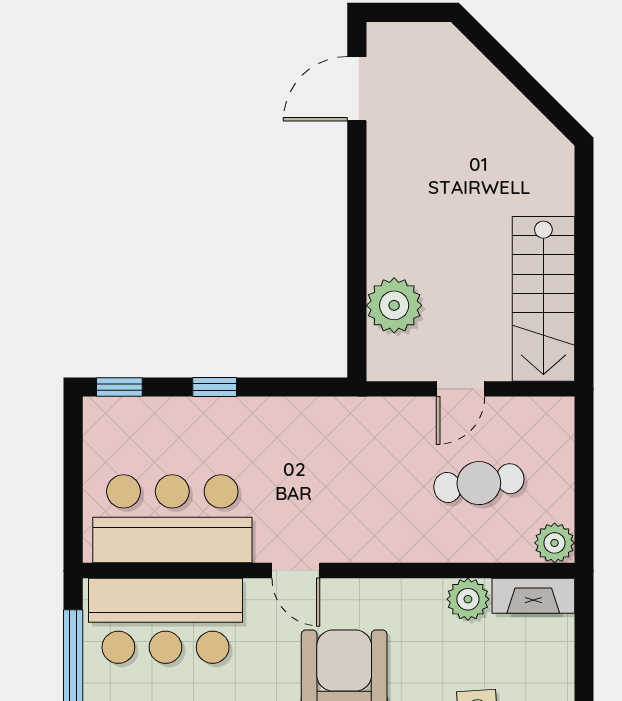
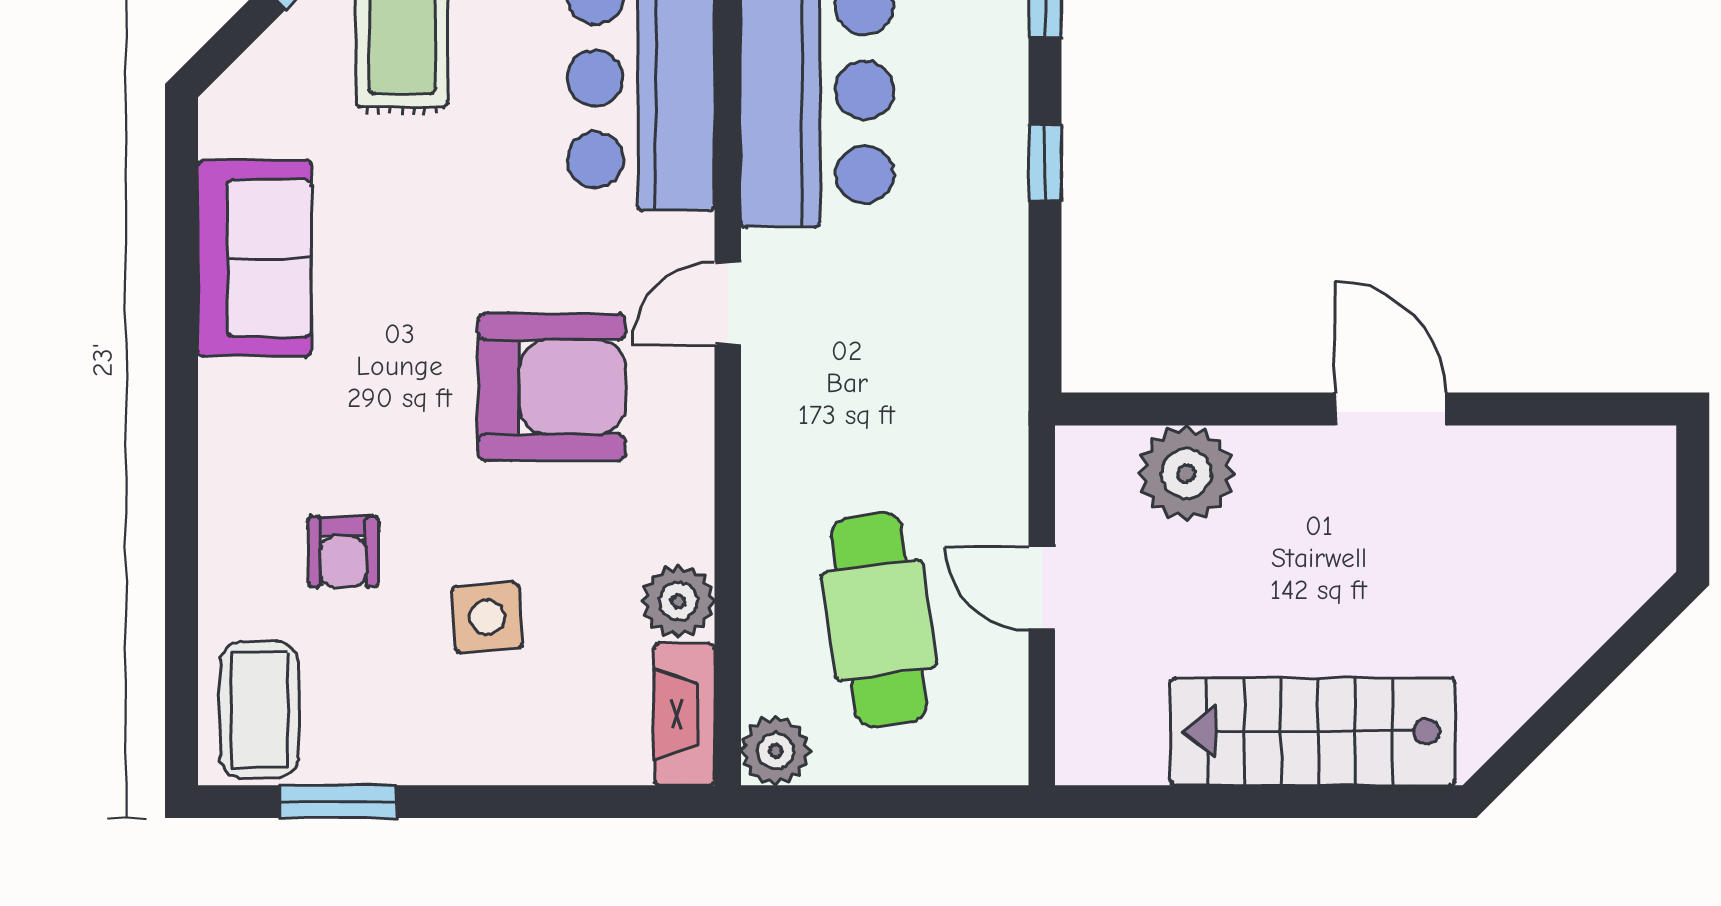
door: (357, 89) -> (1391, 409), moved
stairs: (543, 299) -> (1313, 732), moved
cafe table: (479, 483) -> (879, 620), width x1.37, depth x1.35

